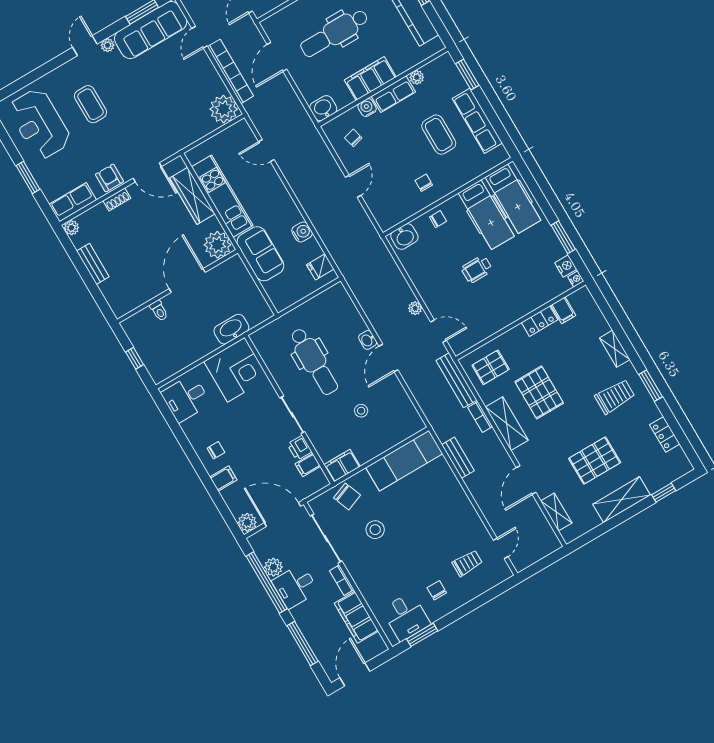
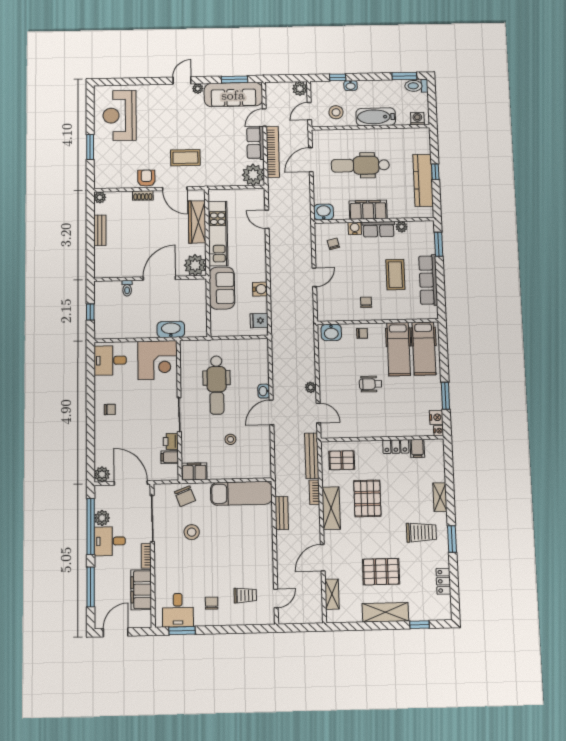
coffee table: (91, 104) -> (185, 158), moved, turned 90
row of seats: (73, 202) -> (255, 143), moved, turned -90
filing cabinet: (223, 478) -> (103, 433), removed

